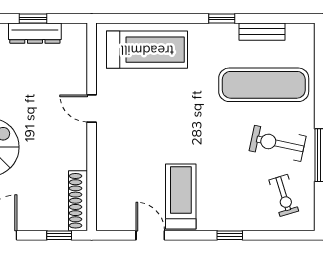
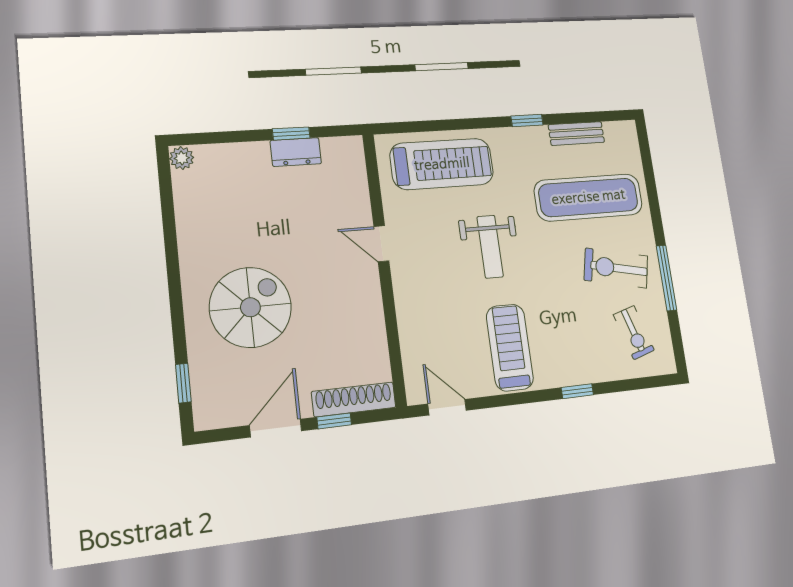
dresser: (35, 33) -> (296, 152), width x0.70
weight bench: (176, 118) -> (490, 247), added
shoe rack: (78, 201) -> (354, 399), moved, turned 90
window: (59, 235) -> (334, 421), moved
door: (150, 235) -> (447, 407), moved

